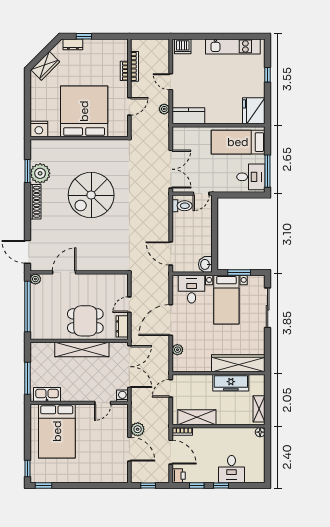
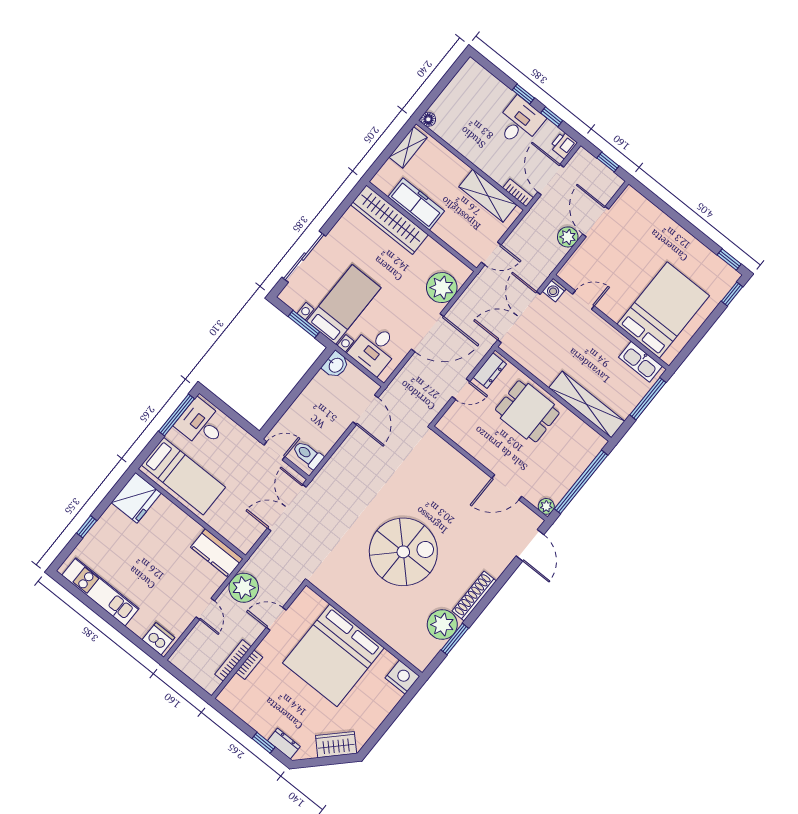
plant: (164, 109) -> (244, 588), width x1.88, depth x1.88
shelving: (82, 349) -> (587, 405), moved
plant: (177, 350) -> (442, 288), width x1.88, depth x1.88
desk: (232, 469) -> (519, 122), moved

